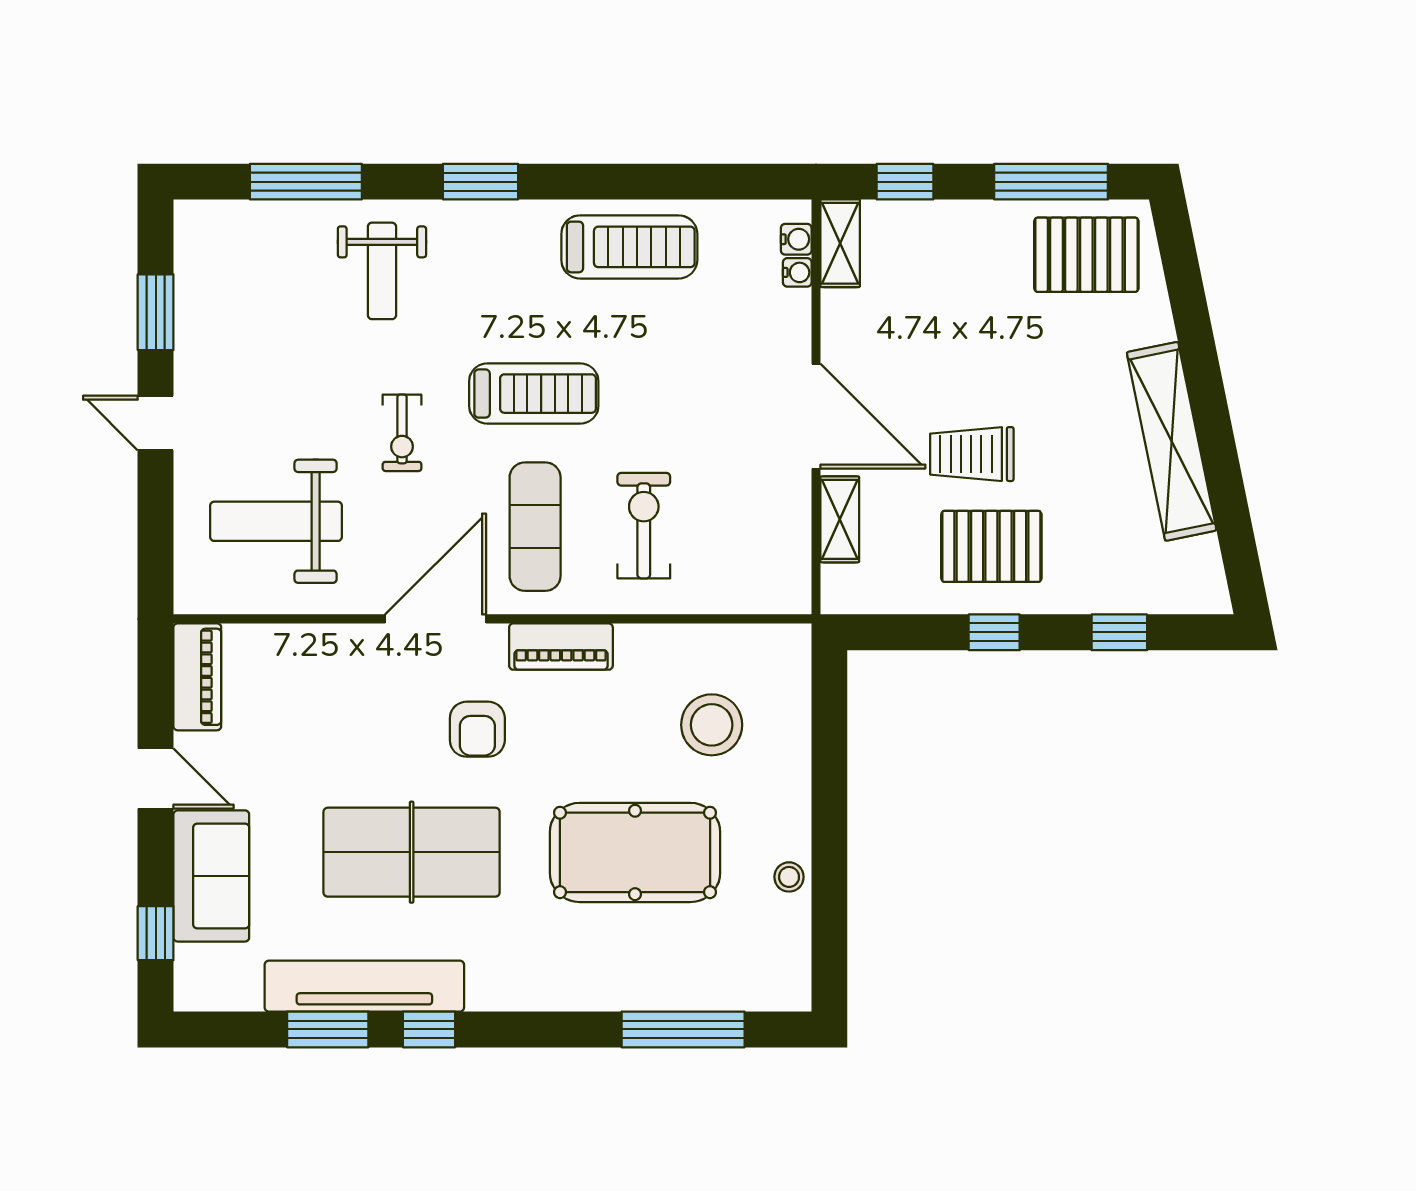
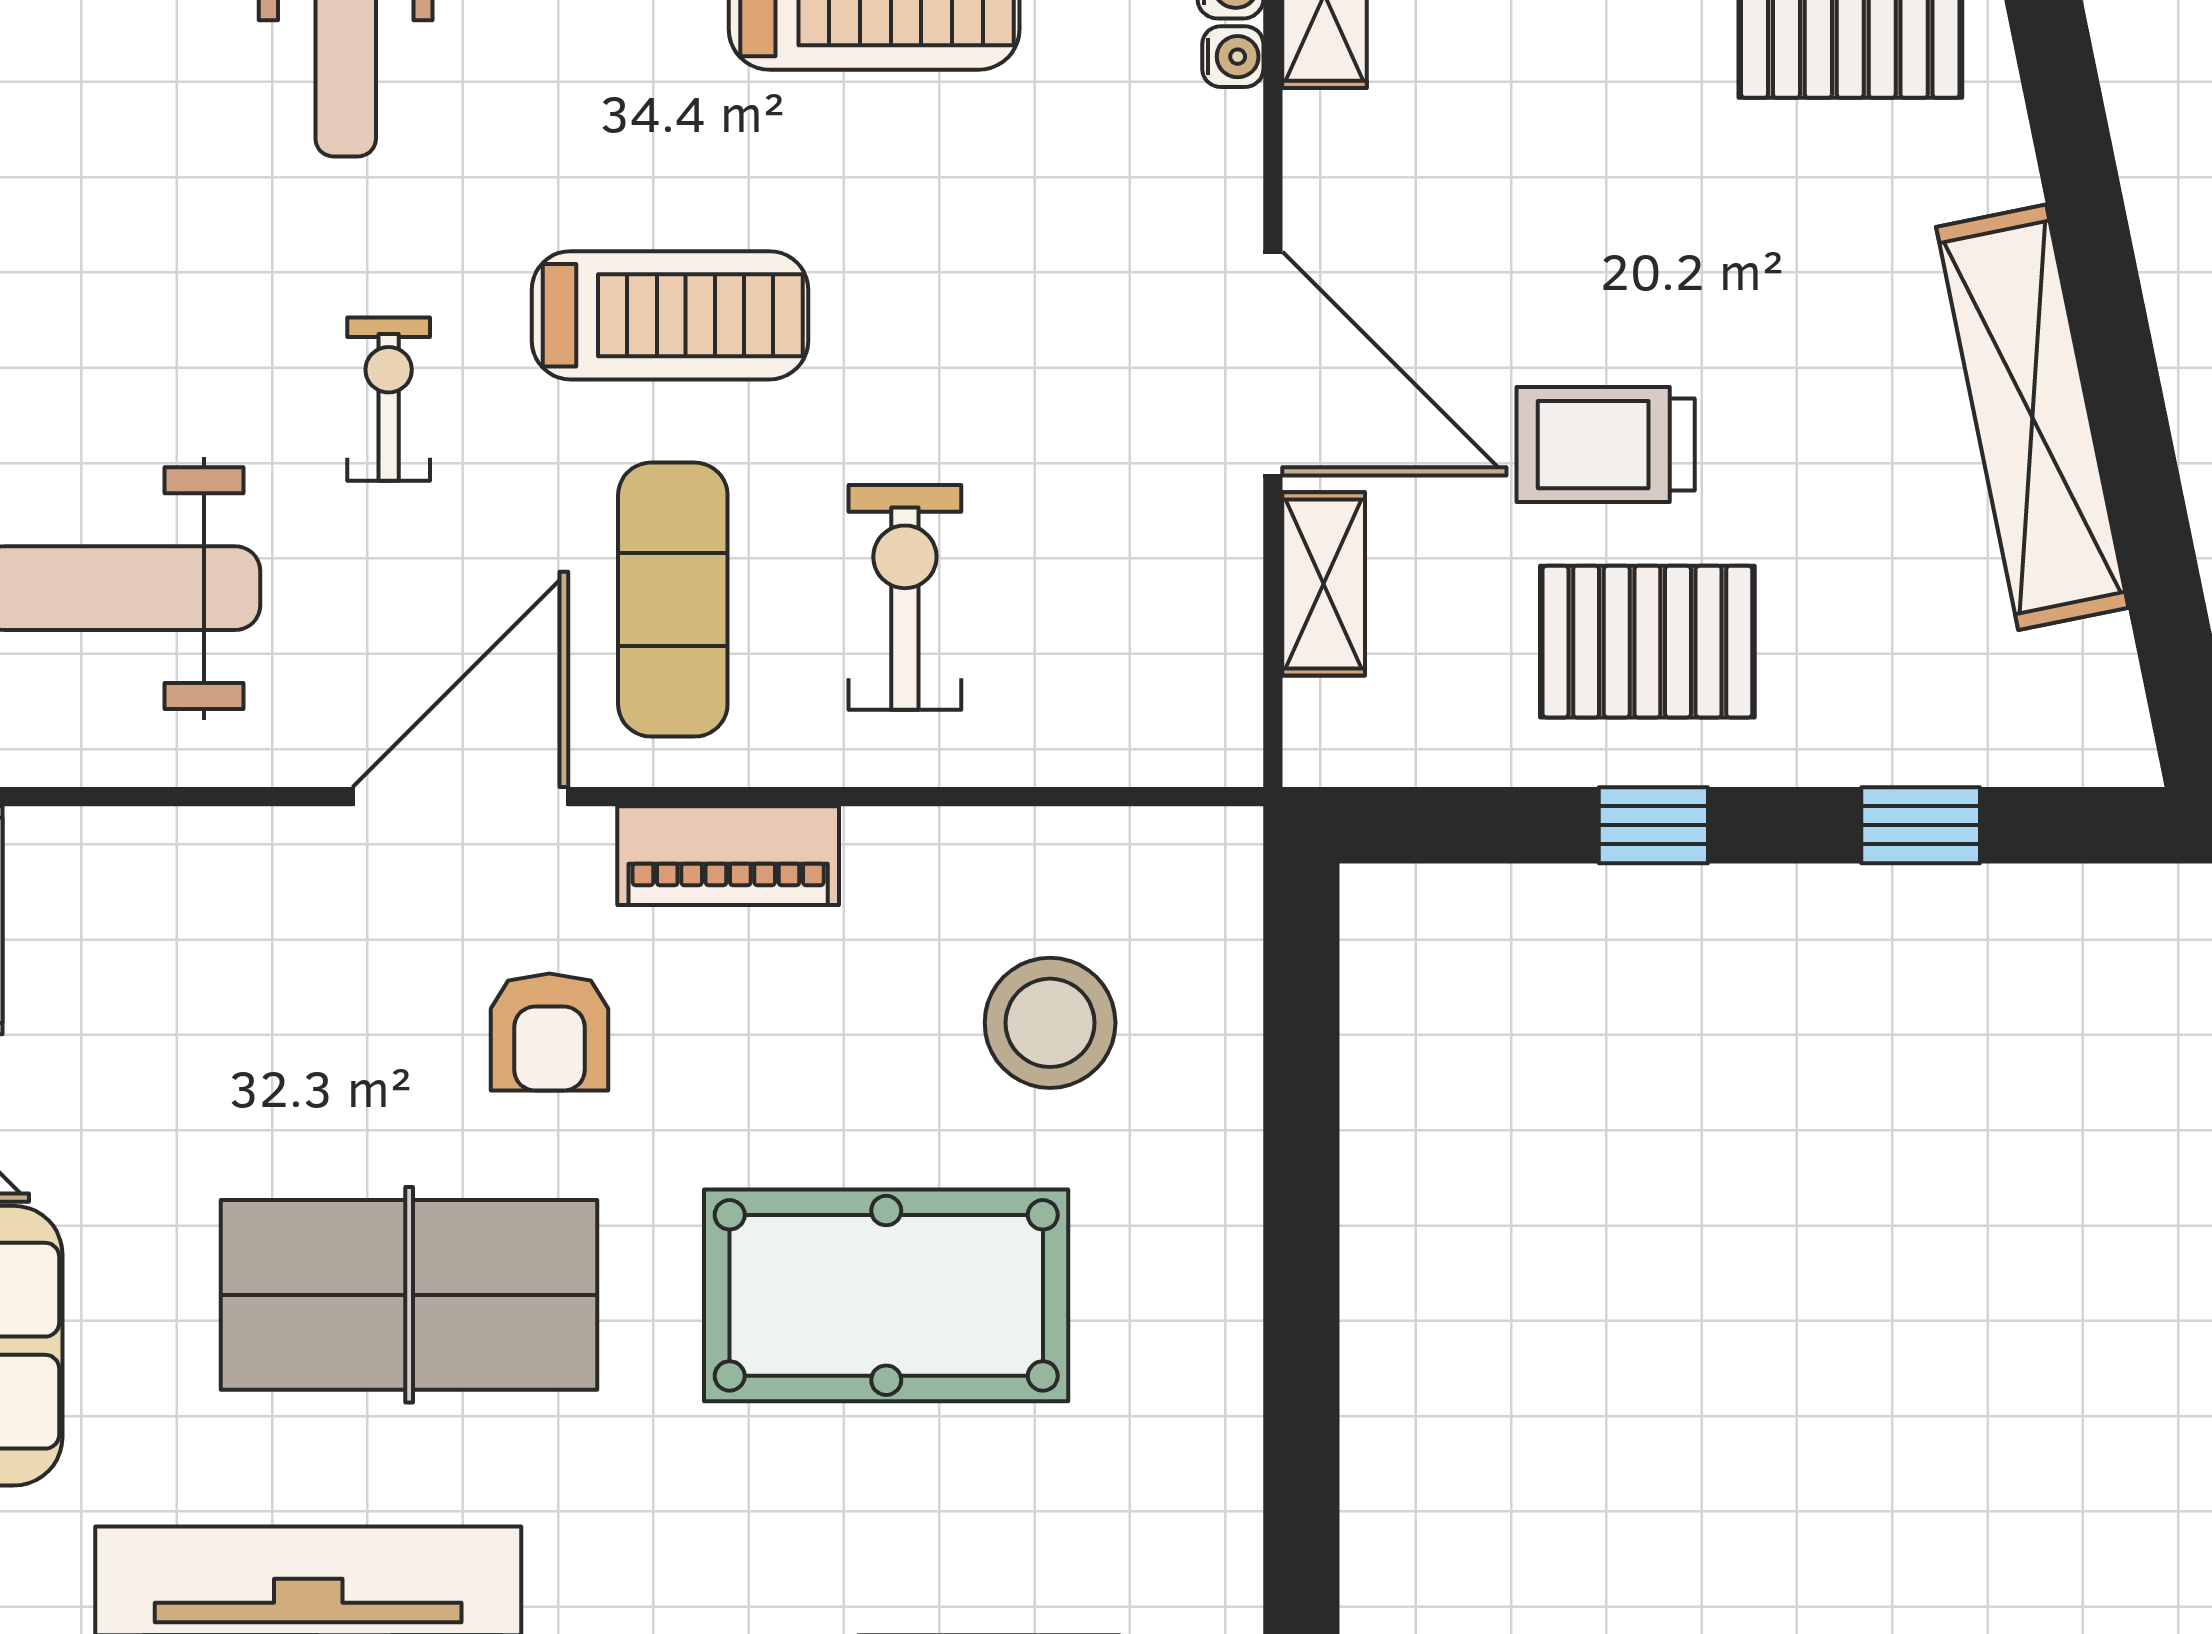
exercise bike: (402, 433) -> (389, 399), turned 180
stool: (789, 877) -> (1215, 1348), removed

